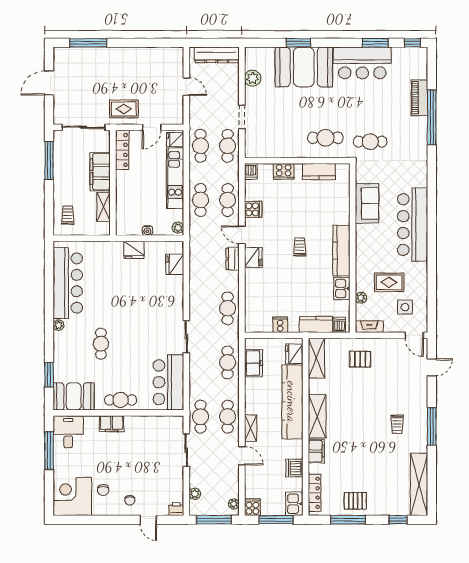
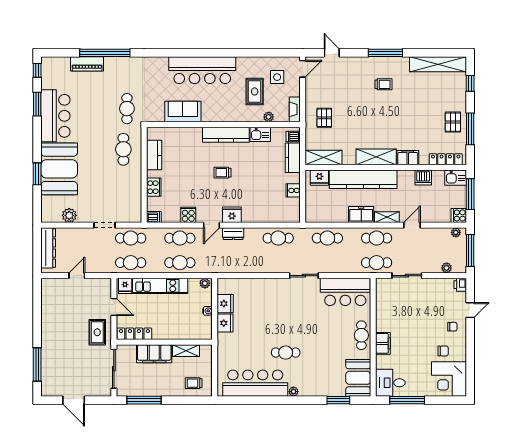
fridge: (175, 264) -> (225, 304), moved, turned -90
cafe table: (101, 344) -> (286, 353), moved
freezer: (254, 363) -> (361, 215), moved

